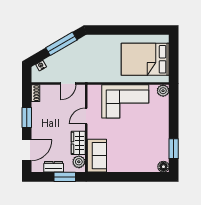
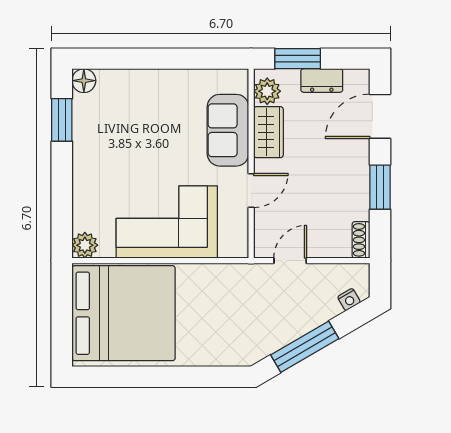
bed: (145, 59) -> (124, 313), width x1.36
sofa: (97, 156) -> (228, 130), moved

